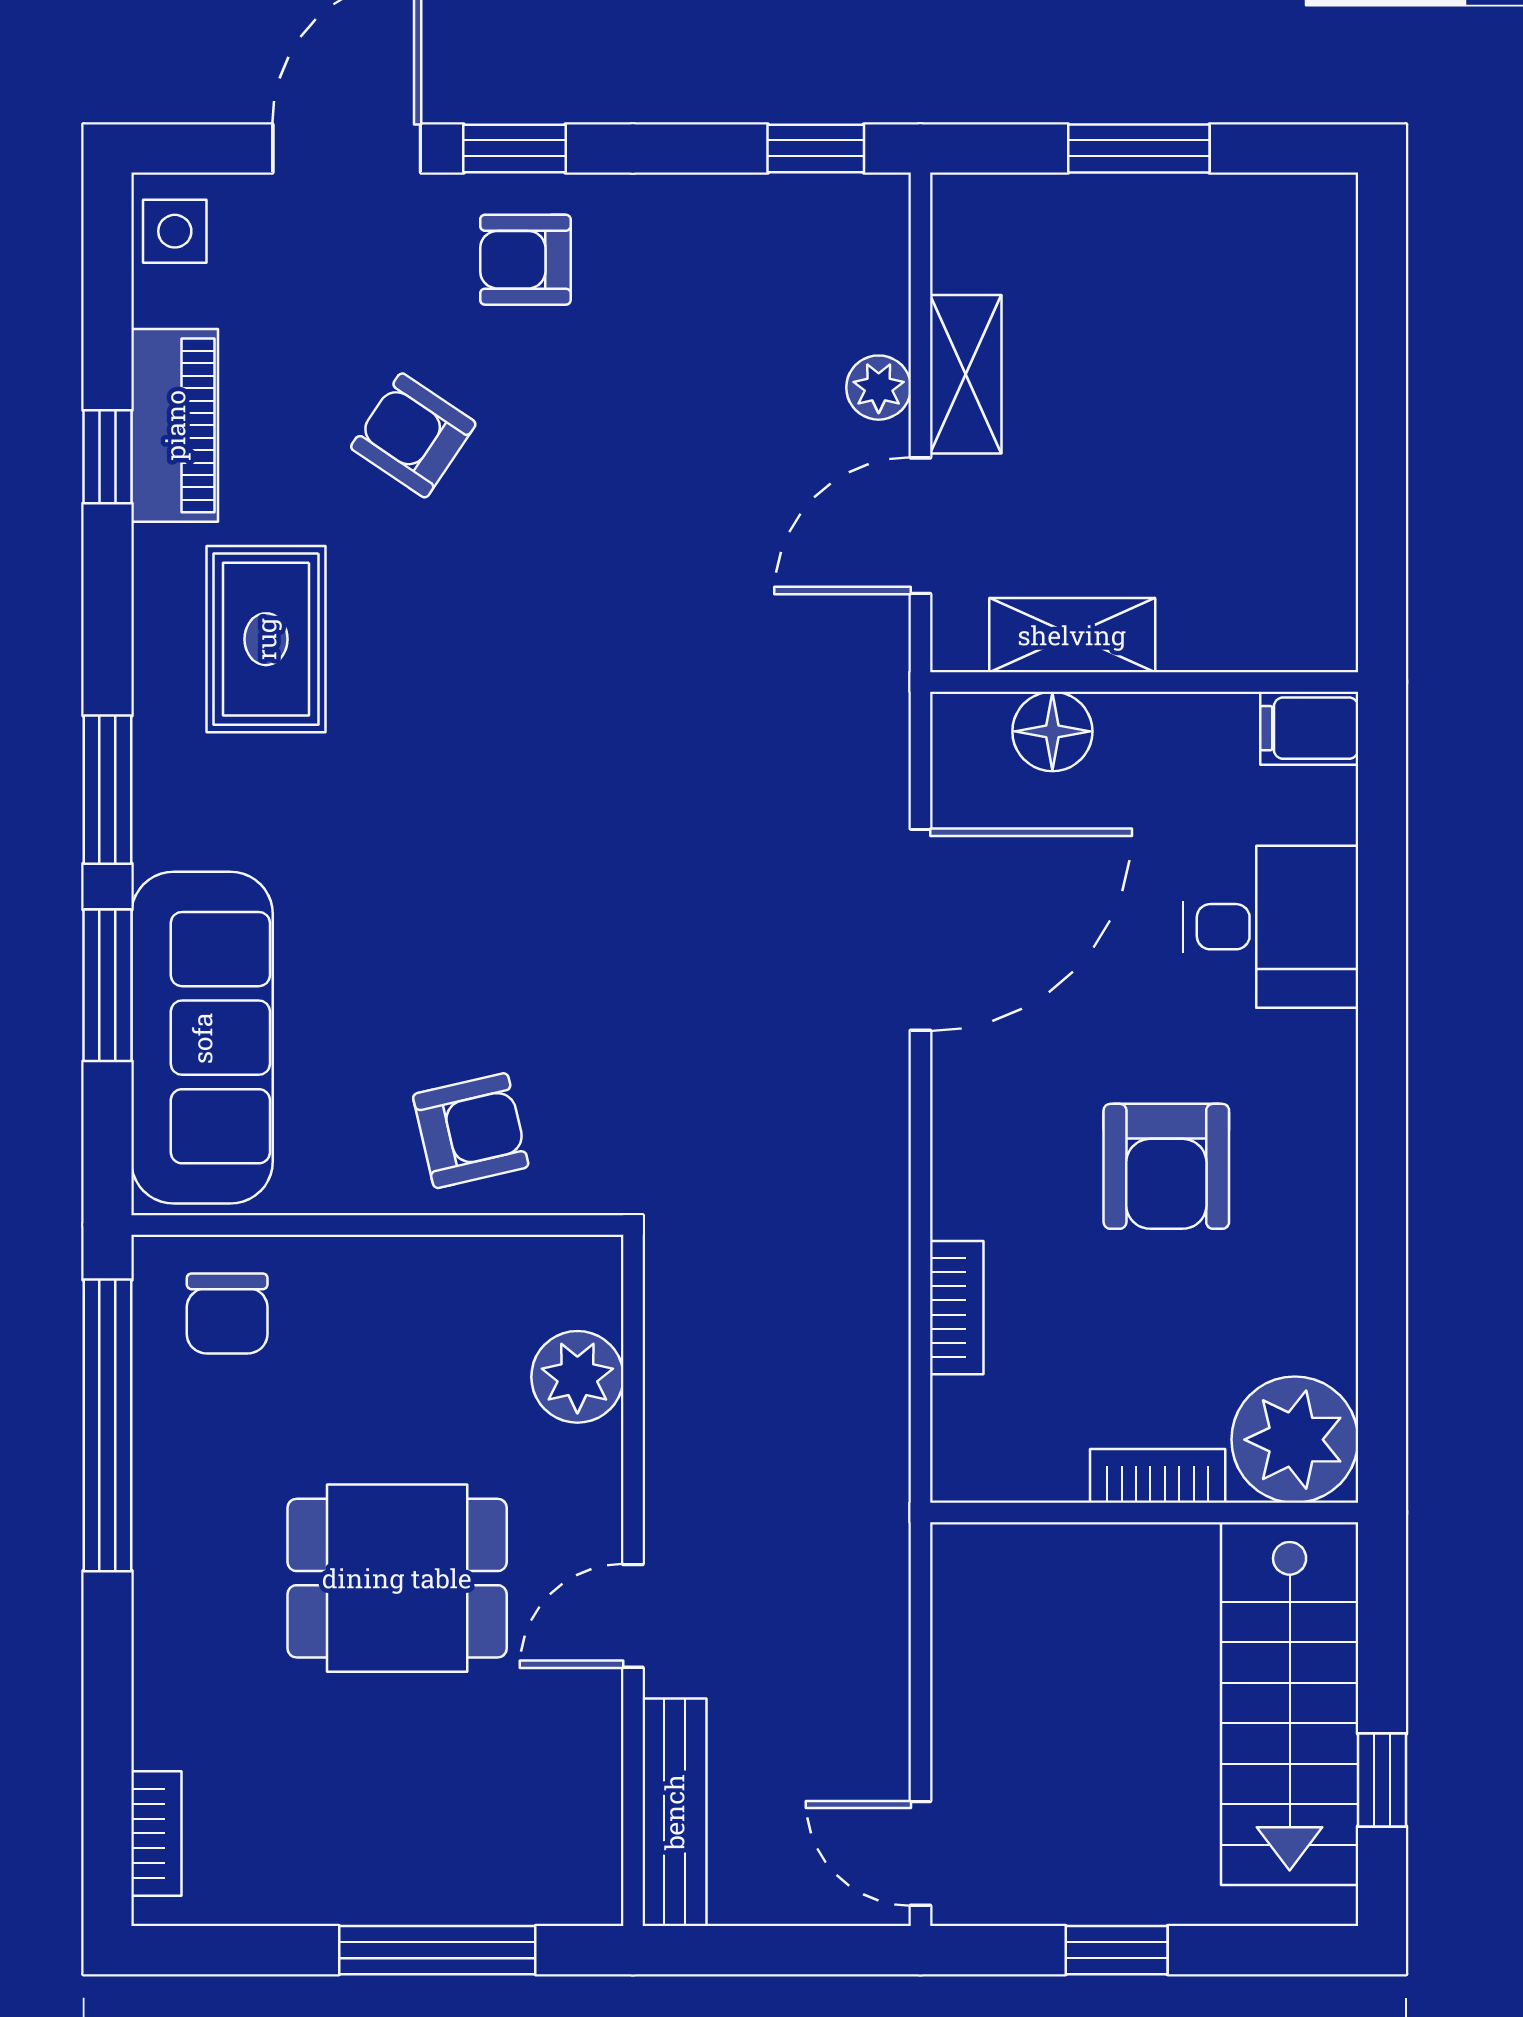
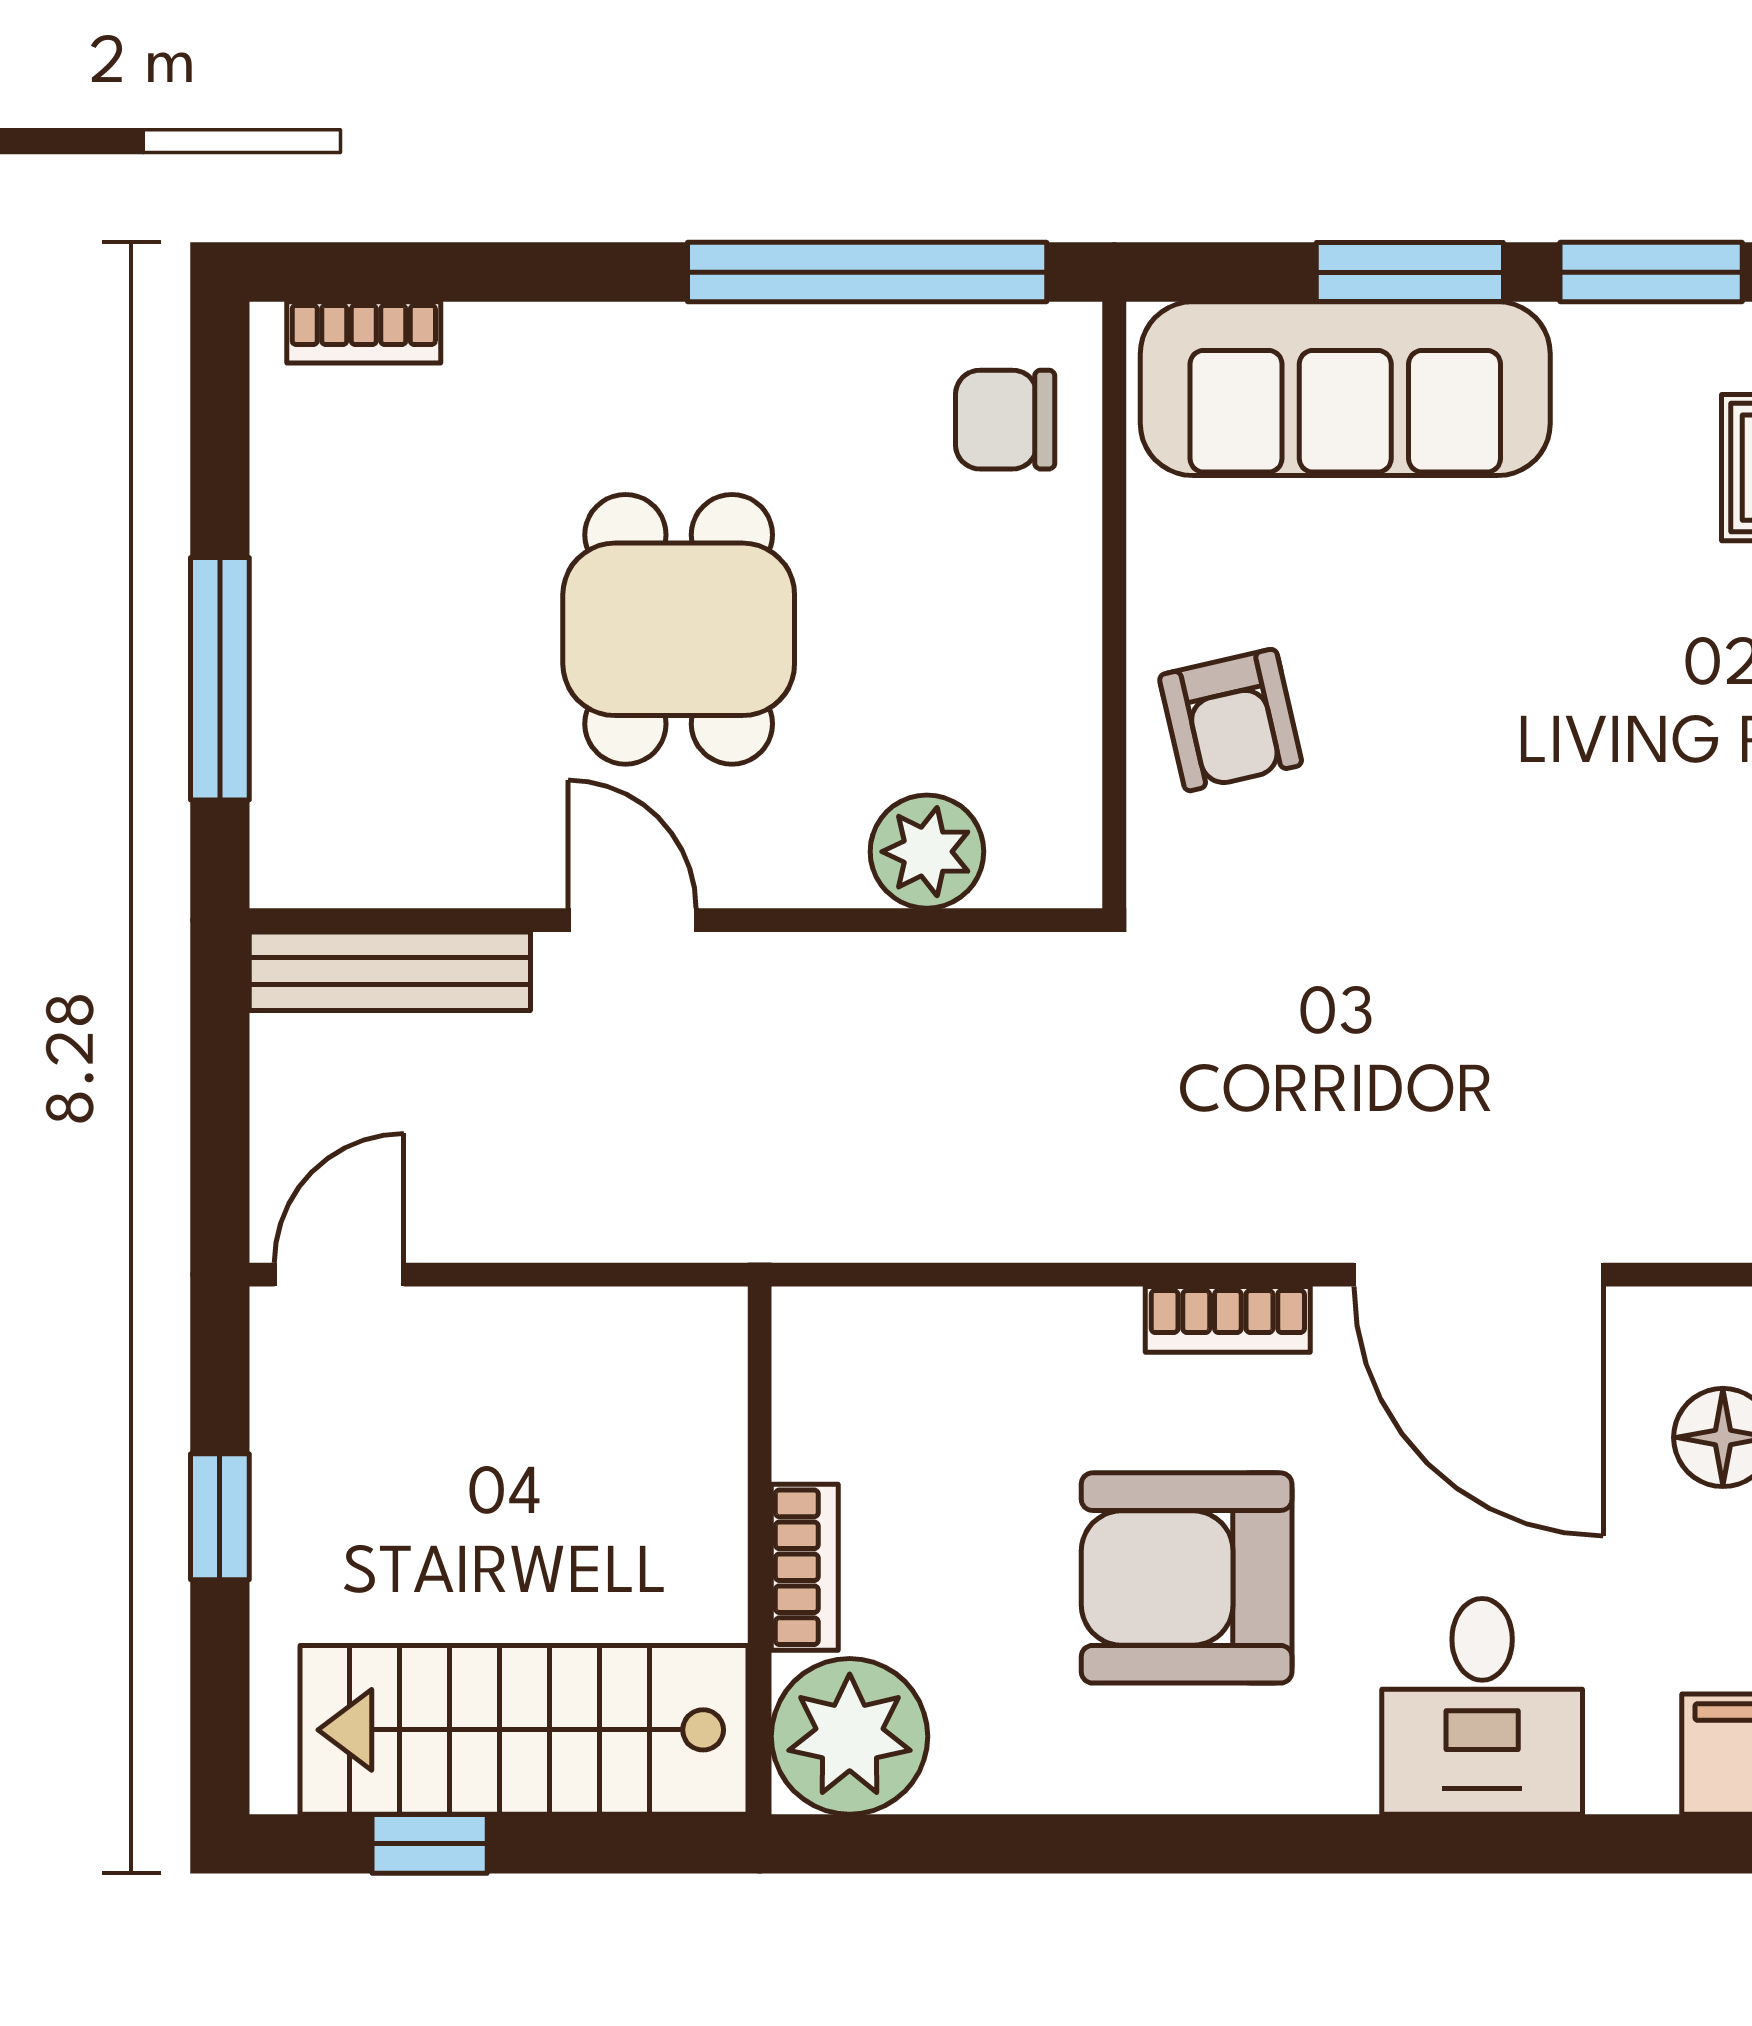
armchair: (1166, 1166) -> (1187, 1578), width x1.36, depth x1.36
bookcase: (957, 1308) -> (1228, 1319), moved

